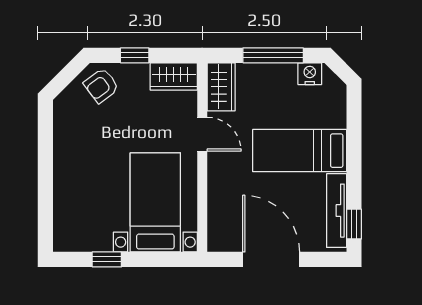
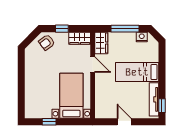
door: (271, 259) -> (124, 122), width x0.53

